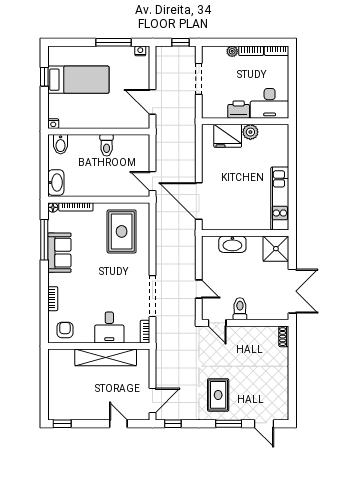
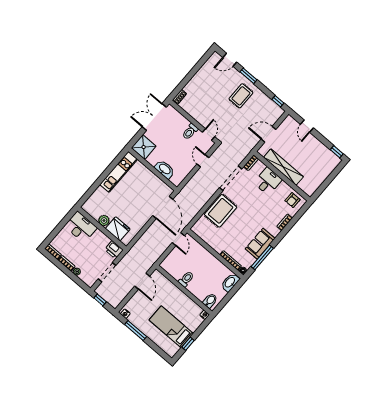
printer: (239, 110) -> (114, 250), moved
rug: (122, 231) -> (221, 211), moved
door: (152, 400) -> (269, 134), moved
door: (264, 424) -> (230, 60), swing flipped

